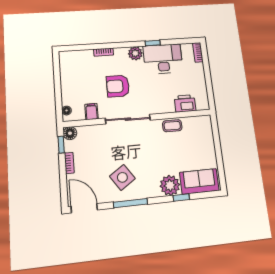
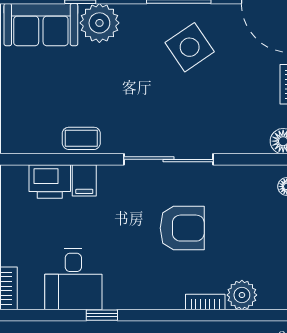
plant: (135, 53) -> (242, 295), moved
desk: (163, 59) -> (73, 279), width x0.73
filing cabinet: (91, 112) -> (84, 180), moved

